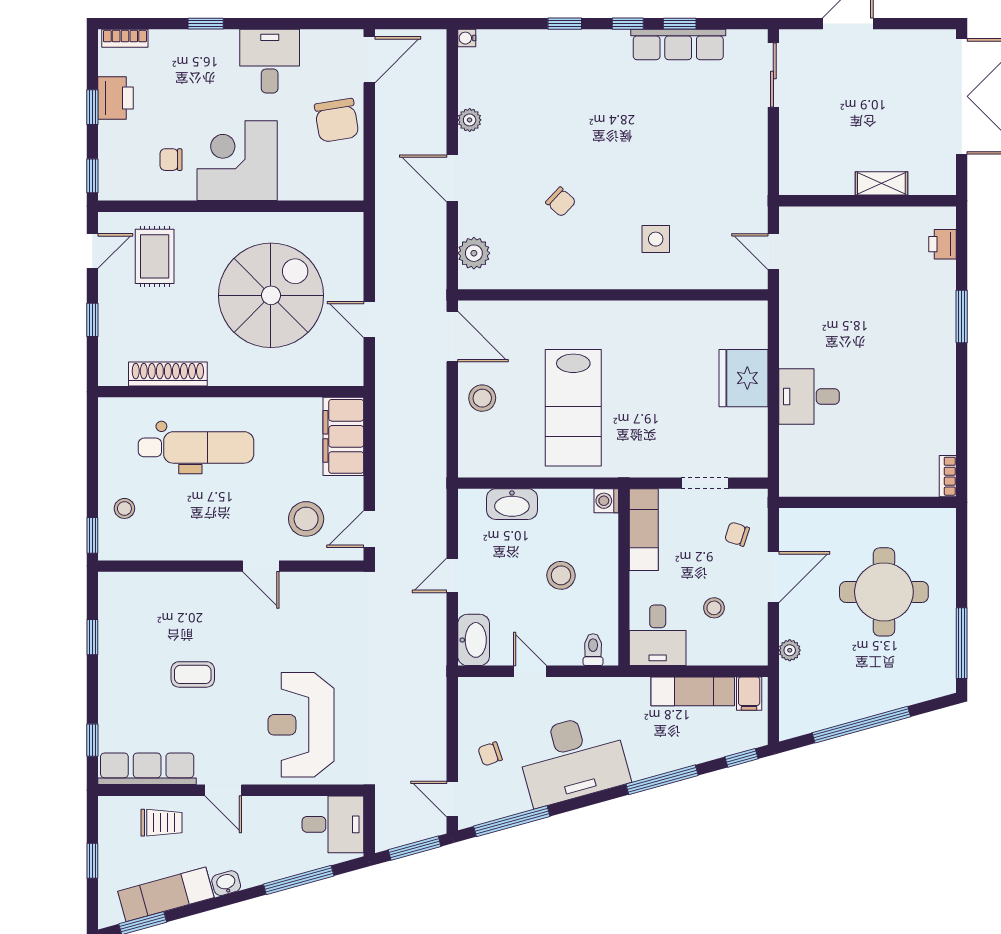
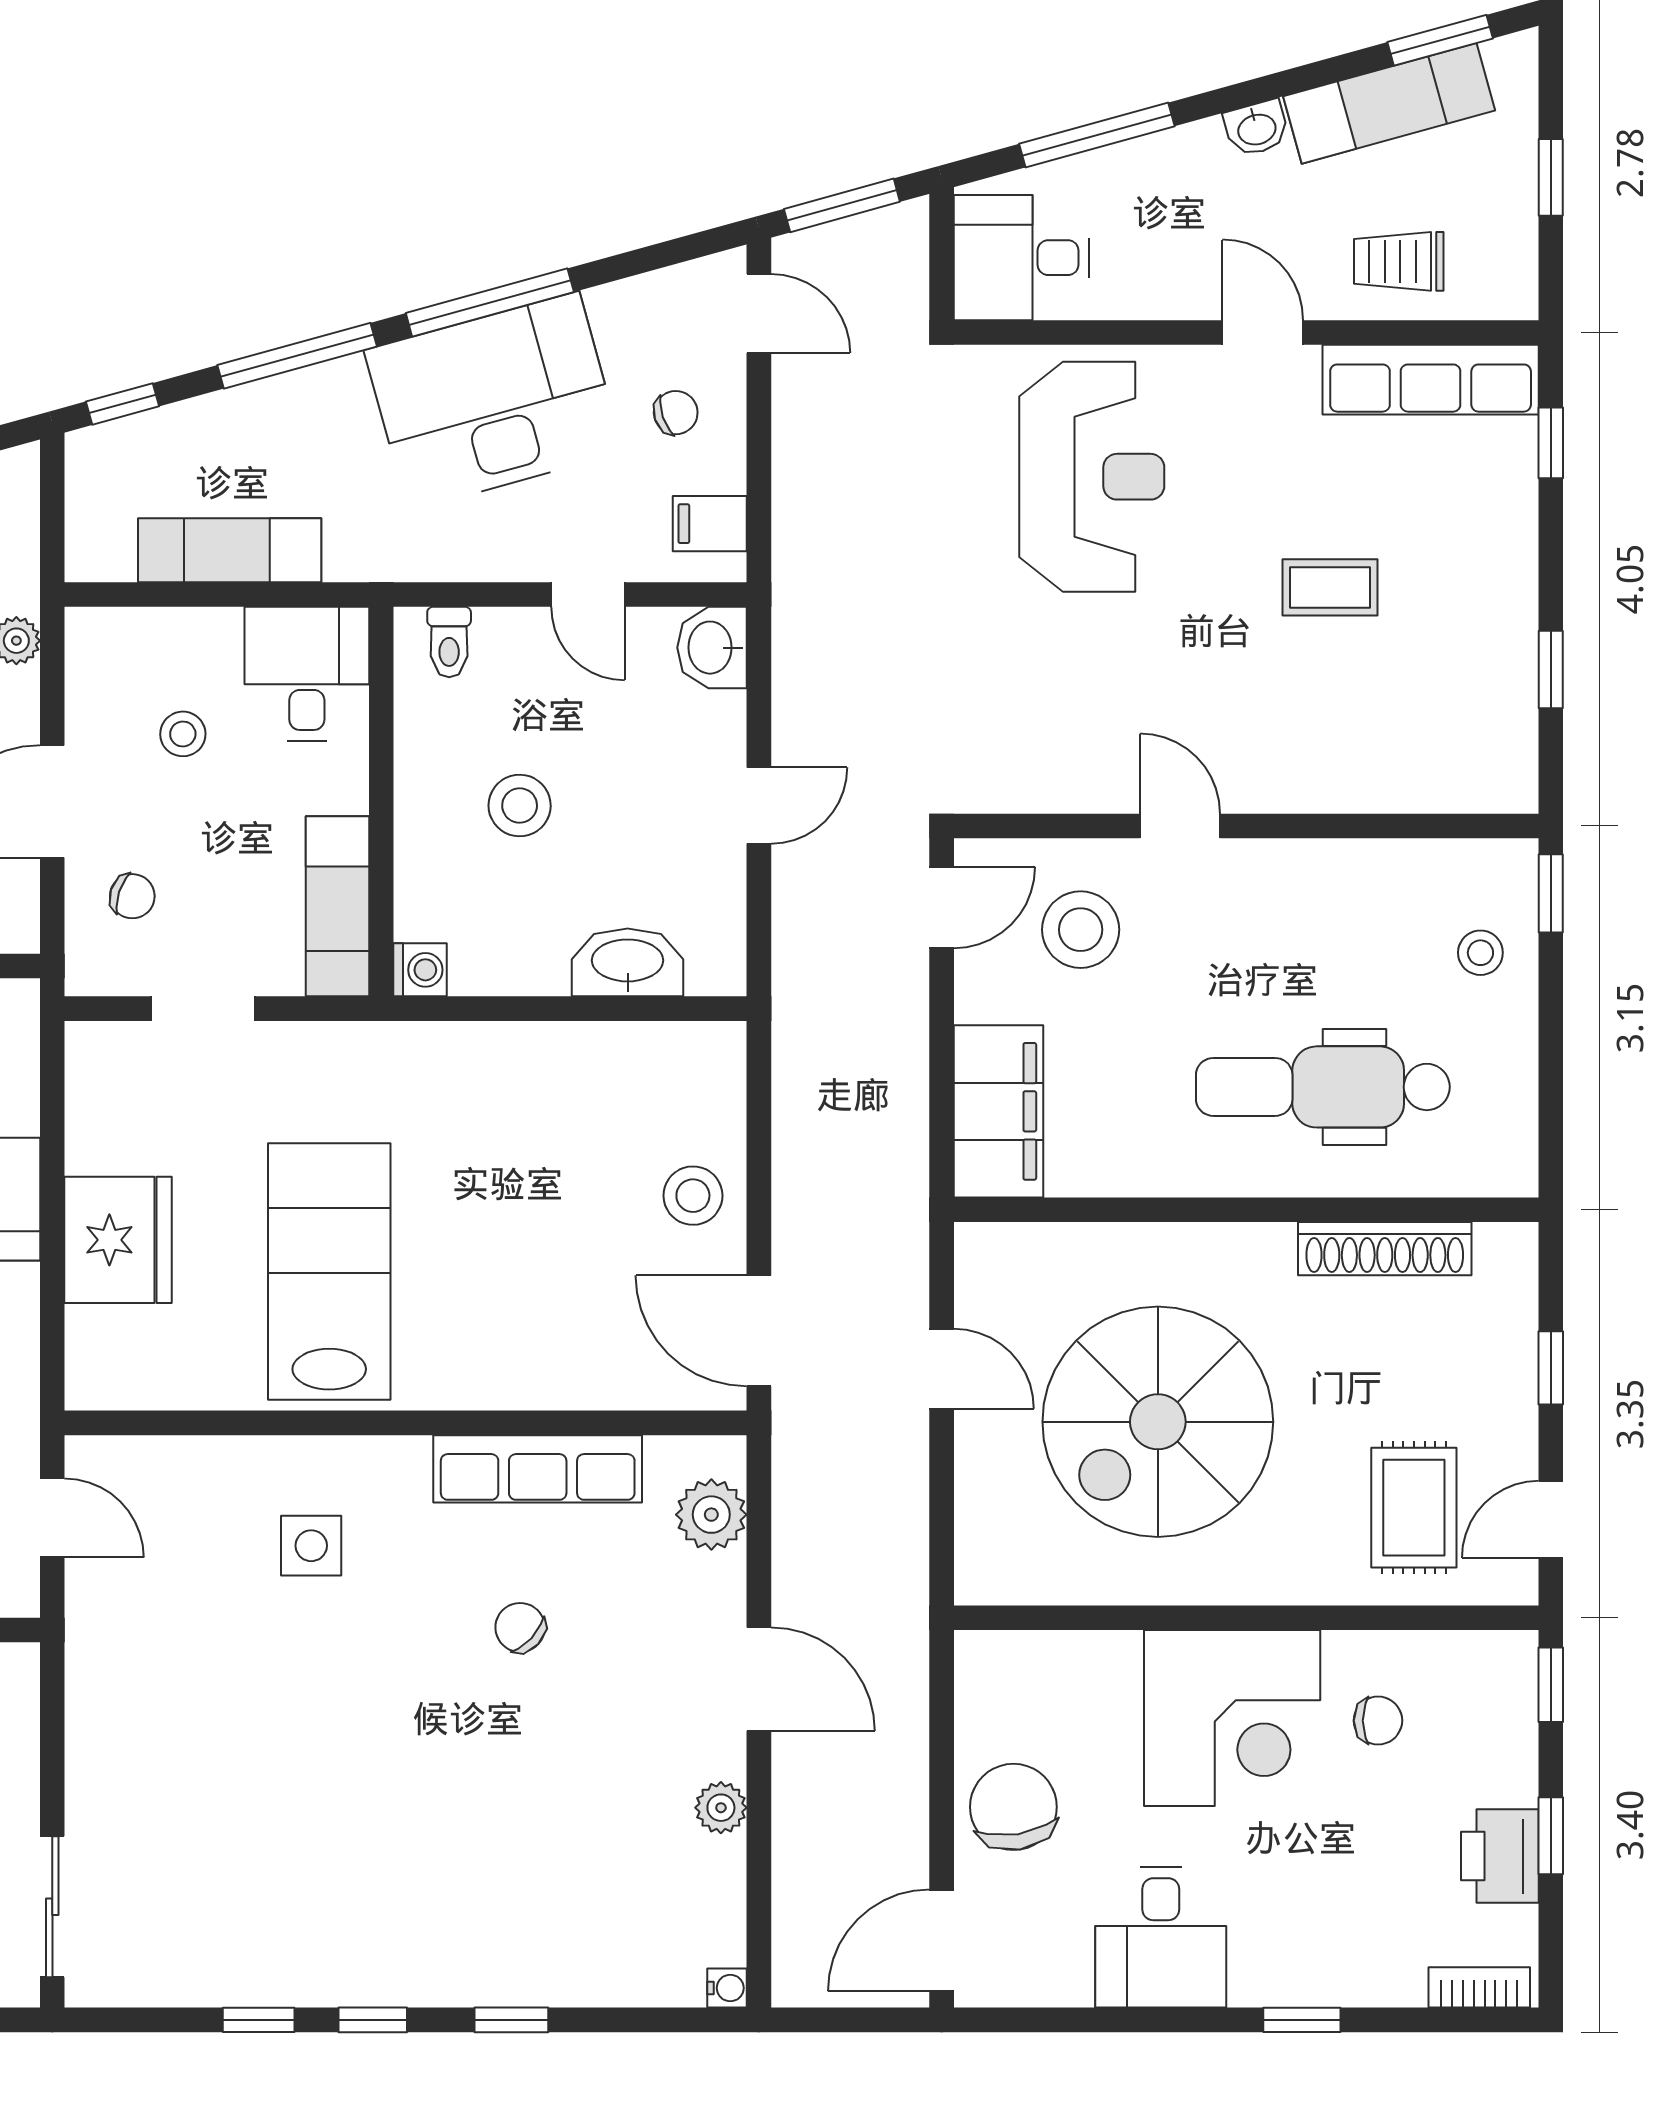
row of seats: (678, 44) -> (538, 1469), moved, turned 180
lab bench: (573, 408) -> (329, 1271), moved
washbasin: (474, 640) -> (712, 648), width x0.72
filing cabinet: (749, 694) -> (710, 524), moved, turned -90
window: (512, 821) -> (490, 303), moved

